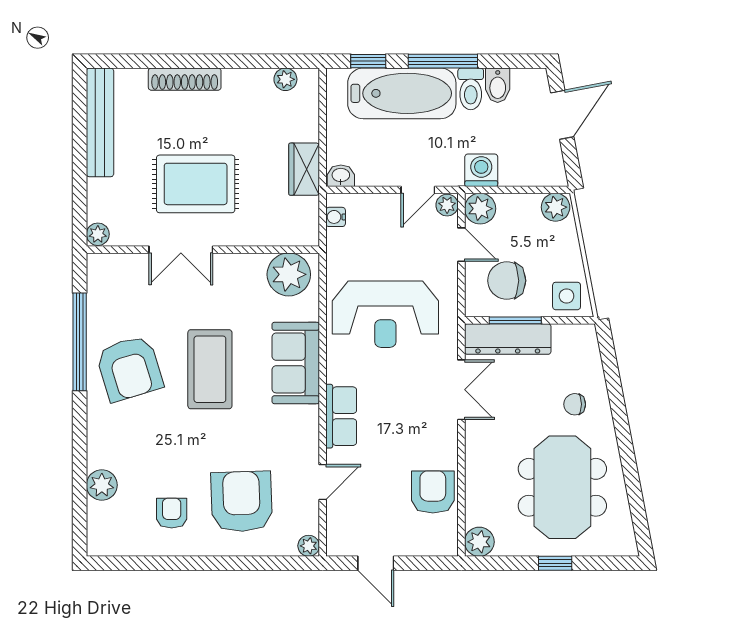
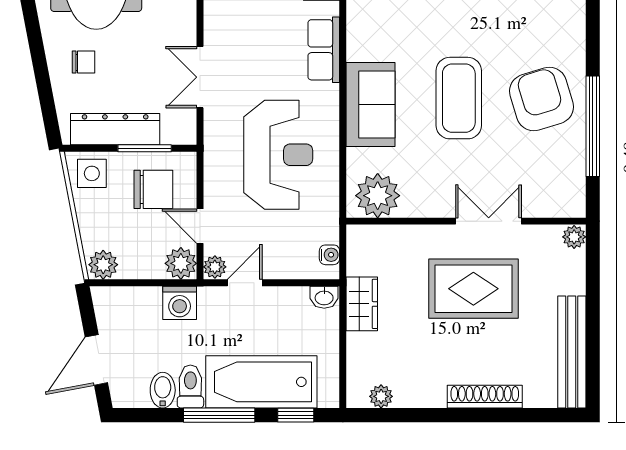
reception desk: (385, 314) -> (278, 155), turned 90
dresser: (508, 339) -> (115, 129), moved

